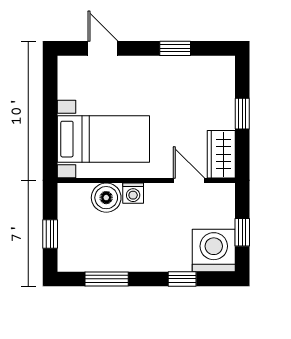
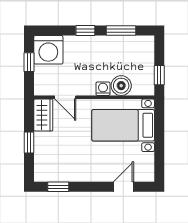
door: (103, 48) -> (123, 187), swing flipped
window: (175, 48) -> (58, 187), moved
window: (50, 234) -> (159, 75), moved
window: (182, 279) -> (85, 31), moved

